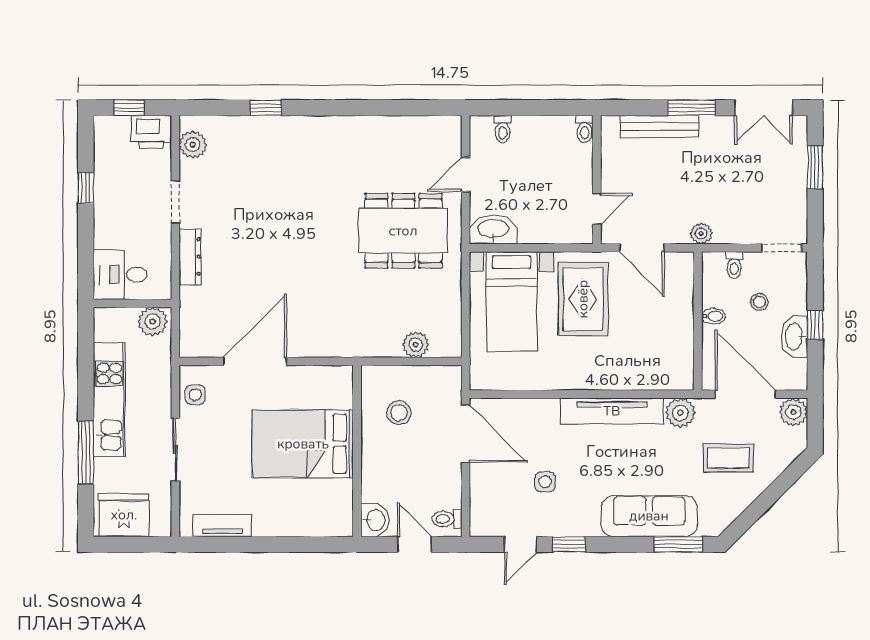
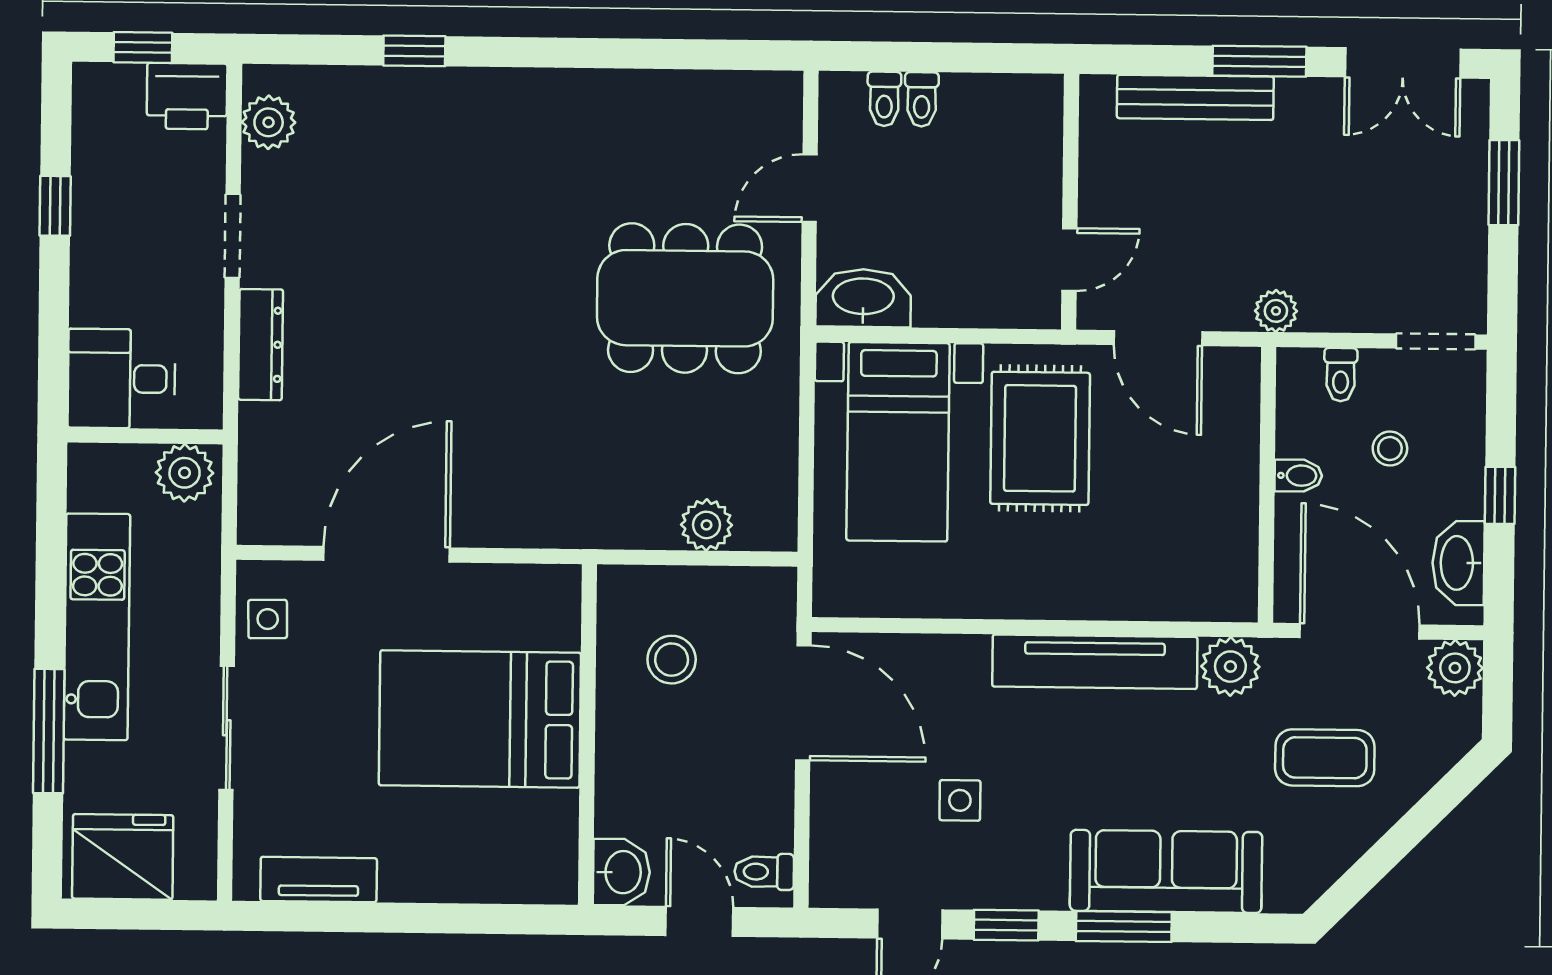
toilet: (585, 129) -> (922, 99), moved
washbasin: (795, 337) -> (1458, 563), moved
window: (678, 544) -> (1124, 927), moved

